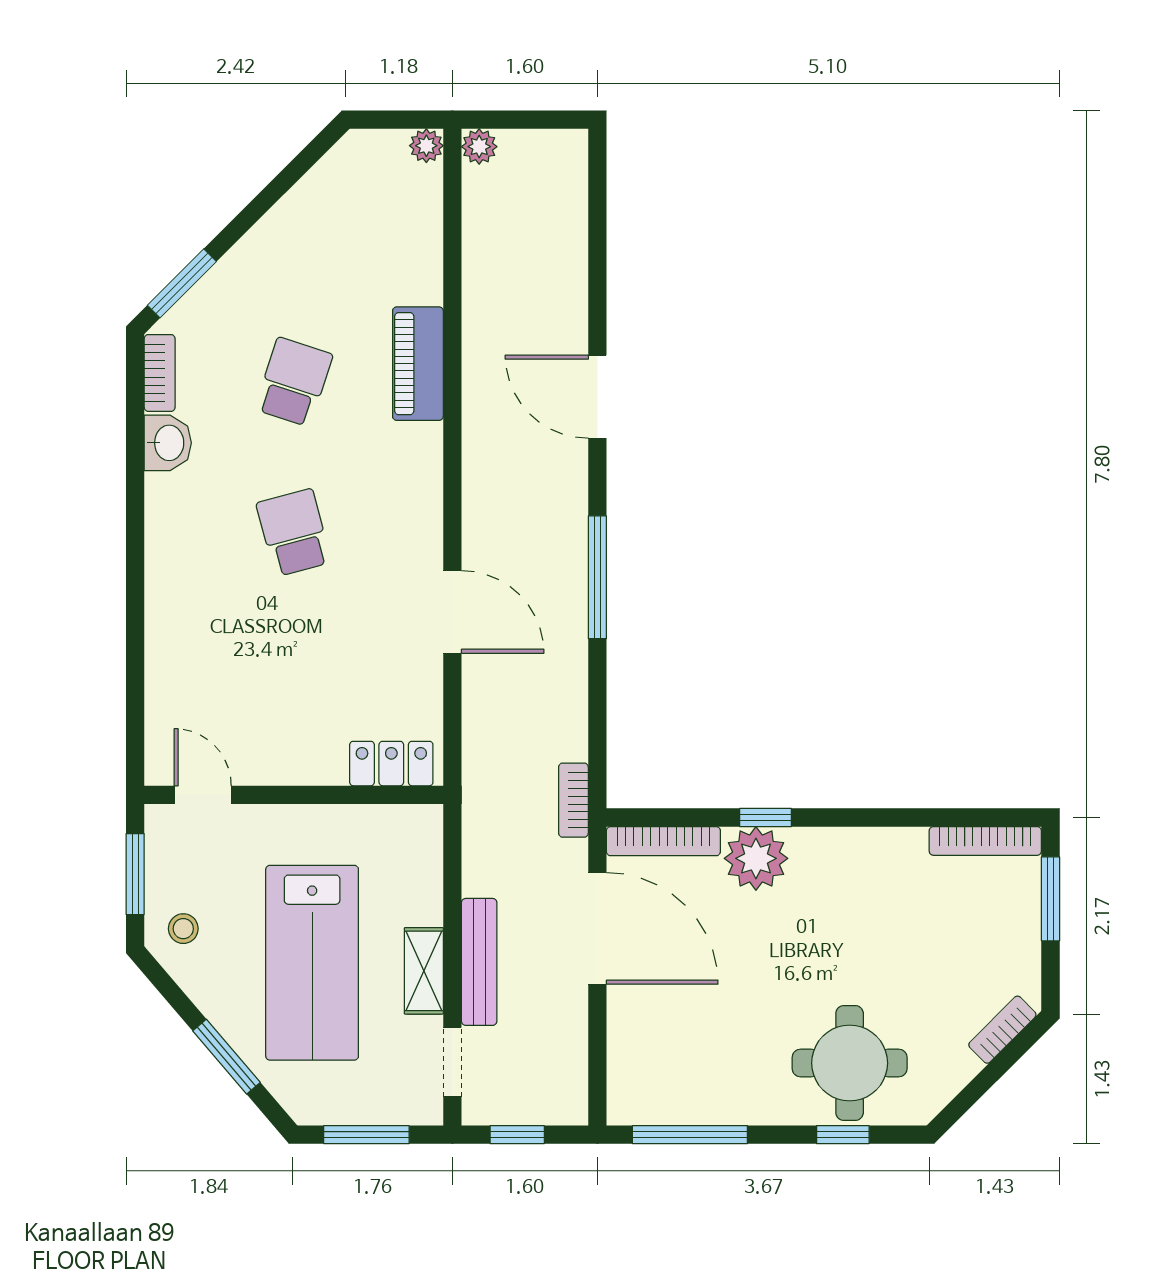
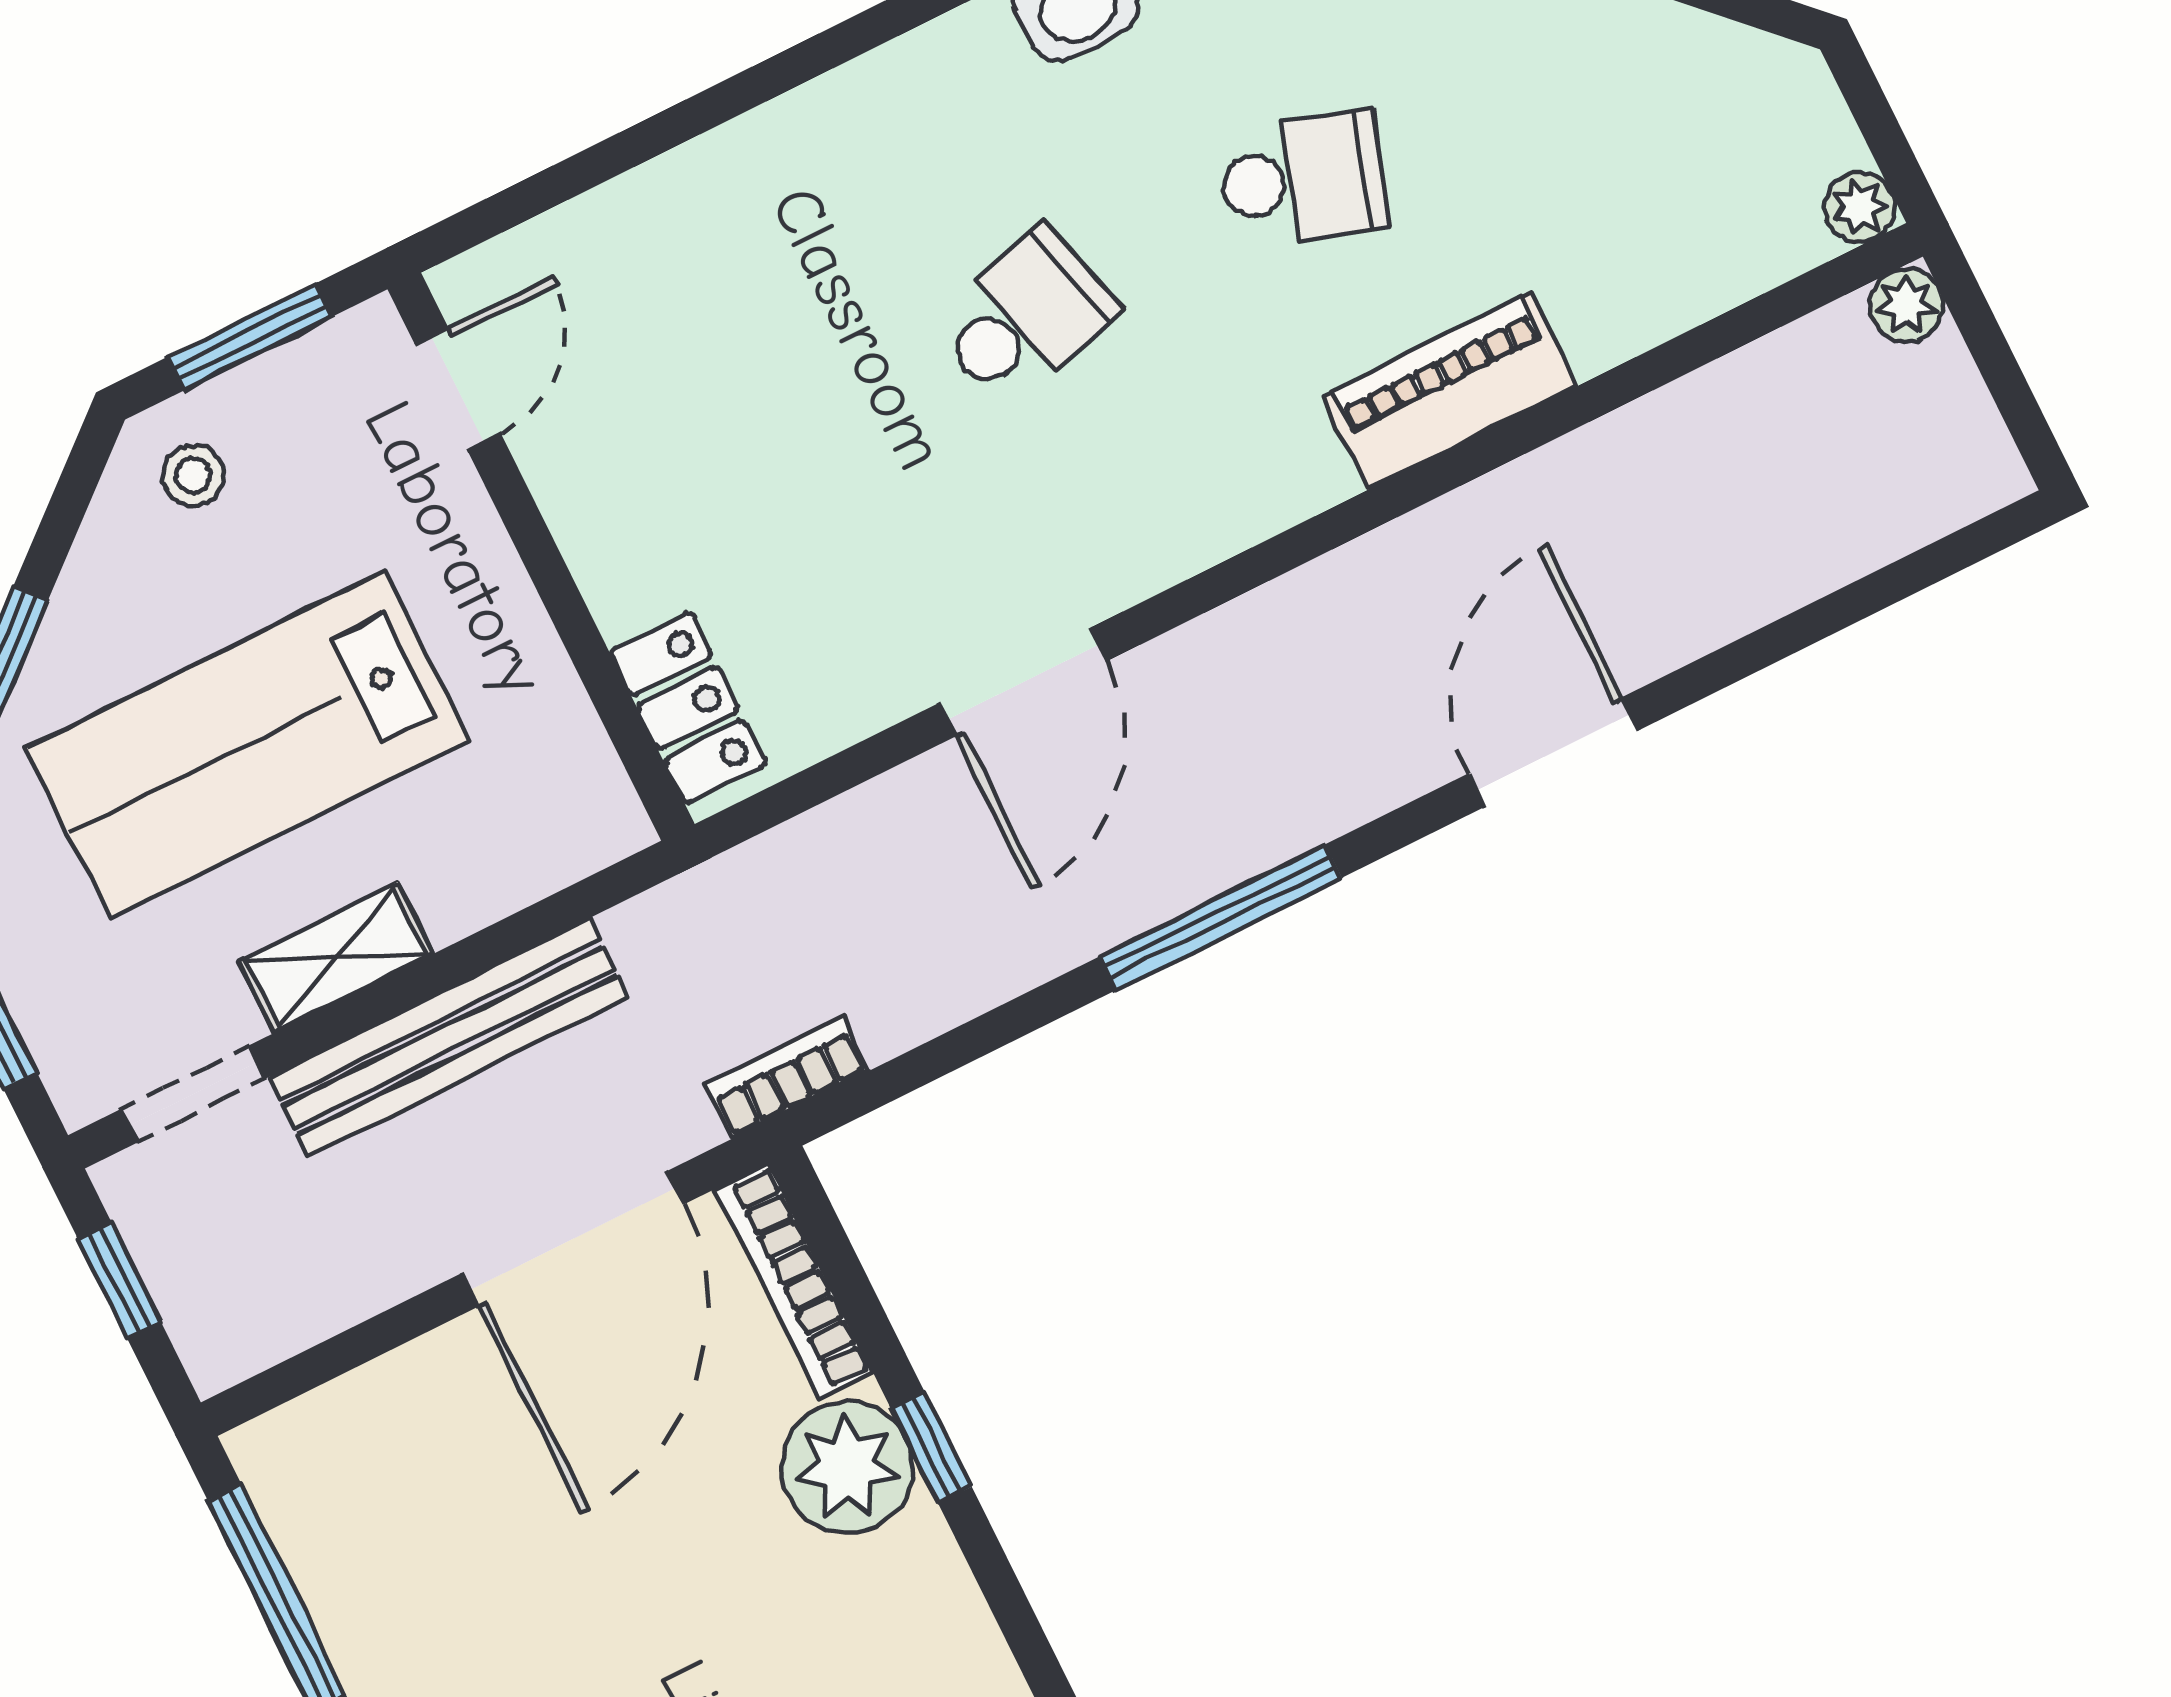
bench: (479, 962) -> (449, 1037), width x1.37, depth x1.21

